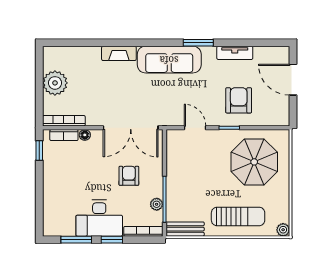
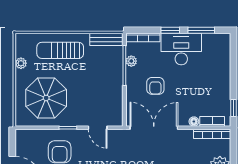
plant: (283, 230) -> (21, 63), moved

